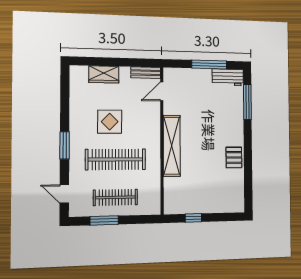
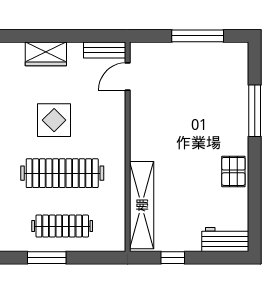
workbench: (228, 77) -> (225, 239), moved, turned 180
window: (247, 102) -> (255, 111), moved
shelving: (172, 146) -> (142, 205), moved

